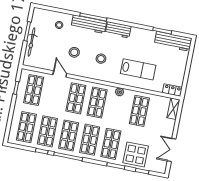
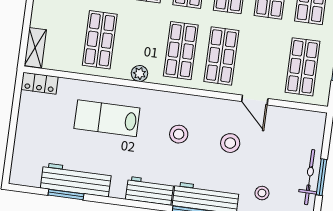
workbench: (173, 41) -> (76, 180), moved
bicycle: (32, 42) -> (310, 177), moved

